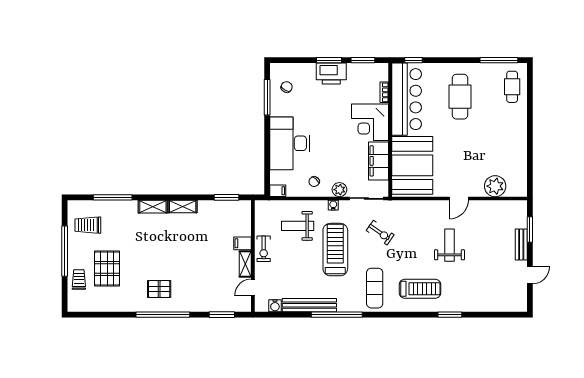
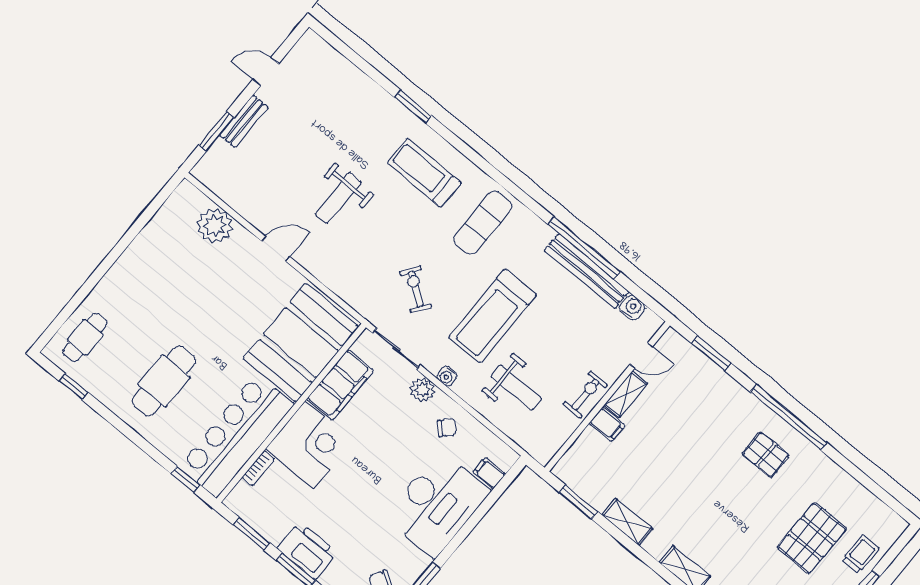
window: (499, 60) -> (74, 387), width x0.46
filing cabinet: (278, 191) -> (489, 473), moved
shelving: (183, 207) -> (627, 522), moved
trolley: (79, 280) -> (861, 554), turned 180
window: (337, 315) -> (584, 248), moved

